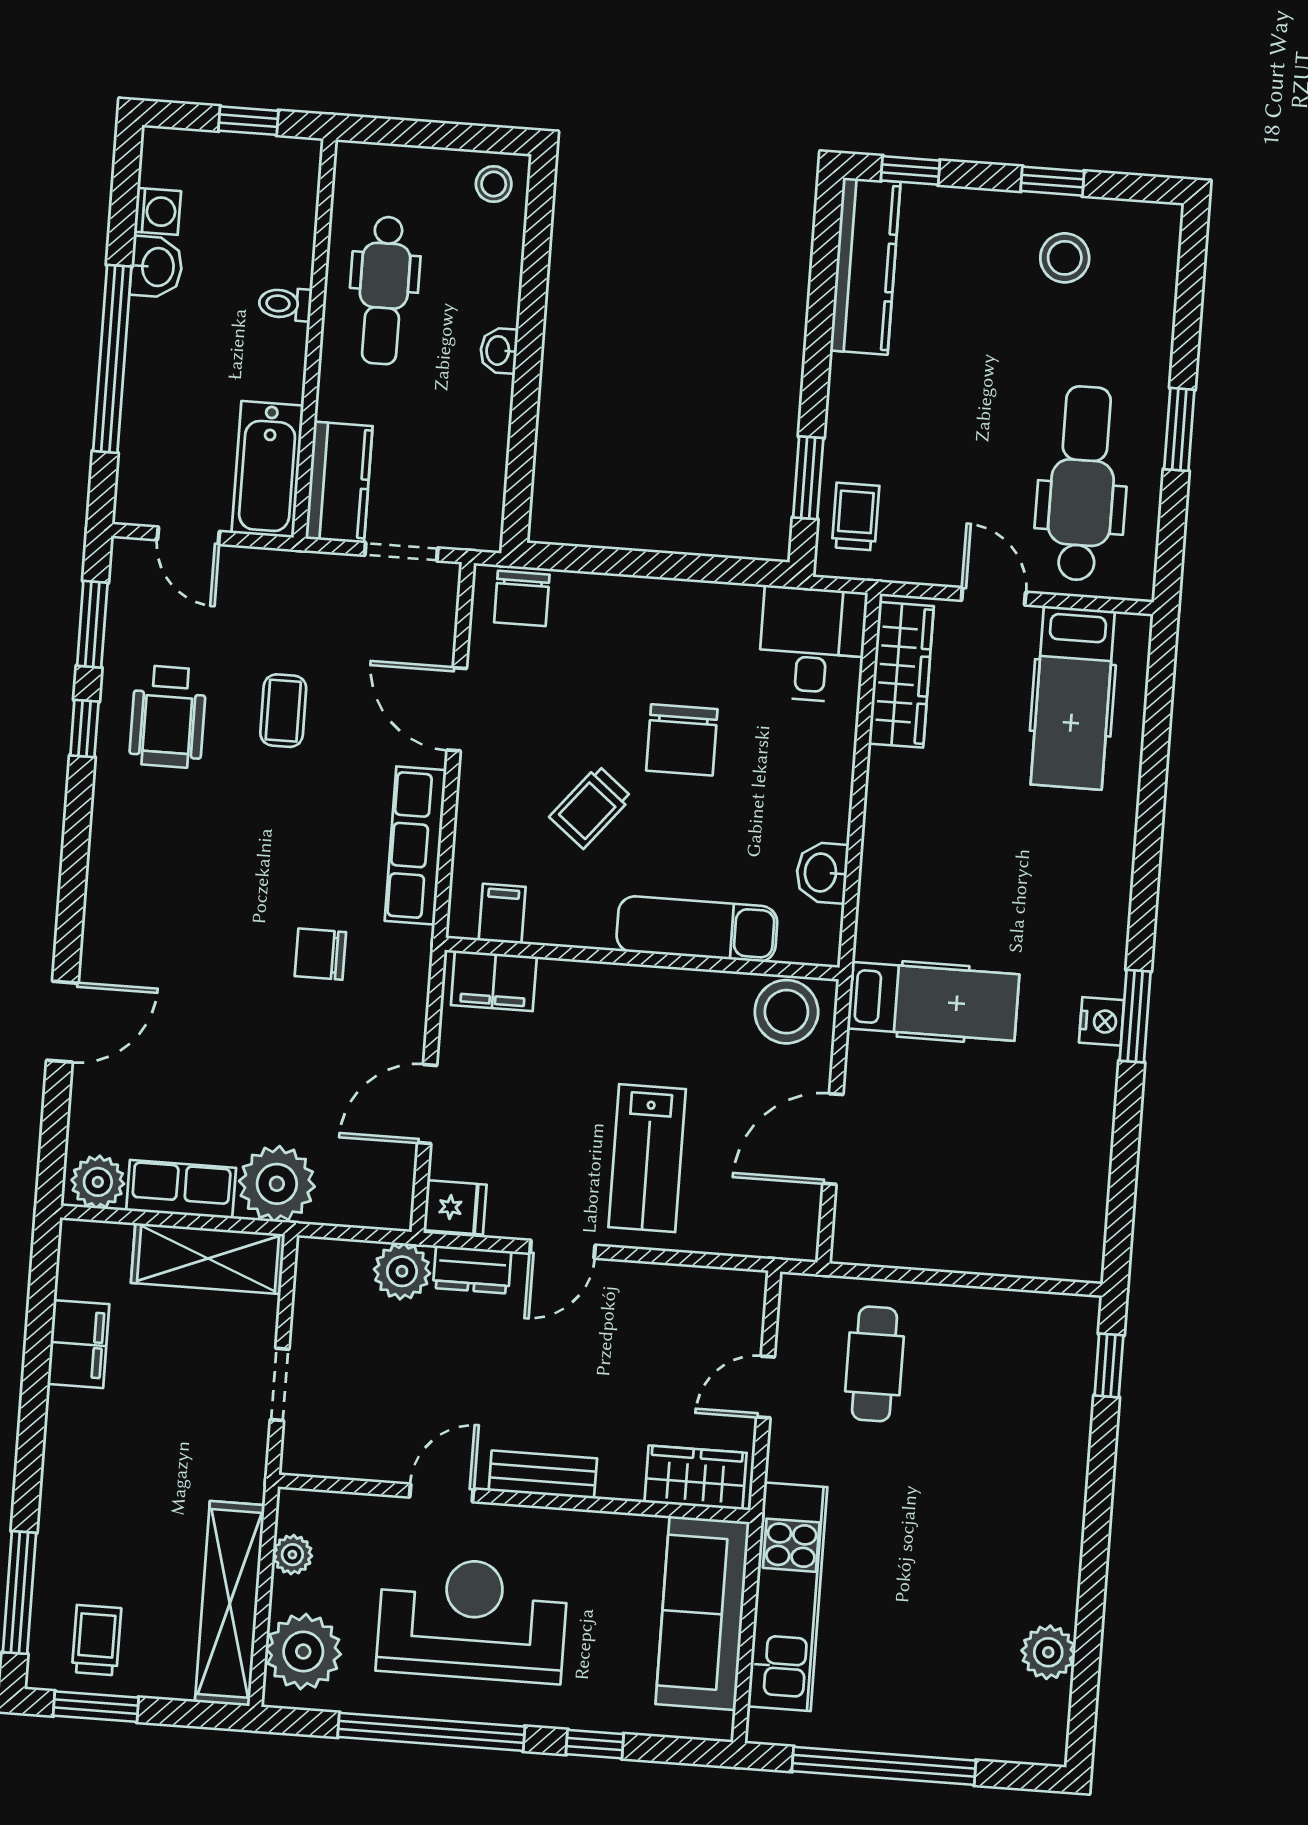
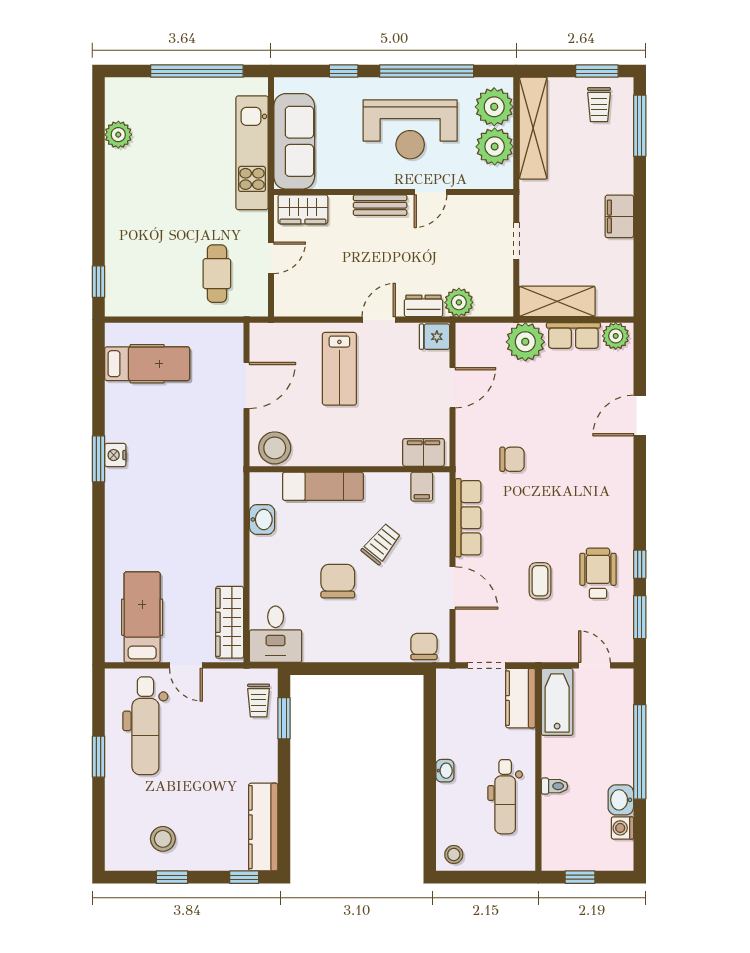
dental chair: (384, 290) -> (505, 797), turned 180
hospital bed: (933, 1001) -> (147, 364), moved, turned 180
lab bench: (647, 1158) -> (339, 369), turned 180
filing cabinet: (78, 1344) -> (619, 216), moved
plant: (292, 1555) -> (495, 147), width x1.88, depth x1.88

